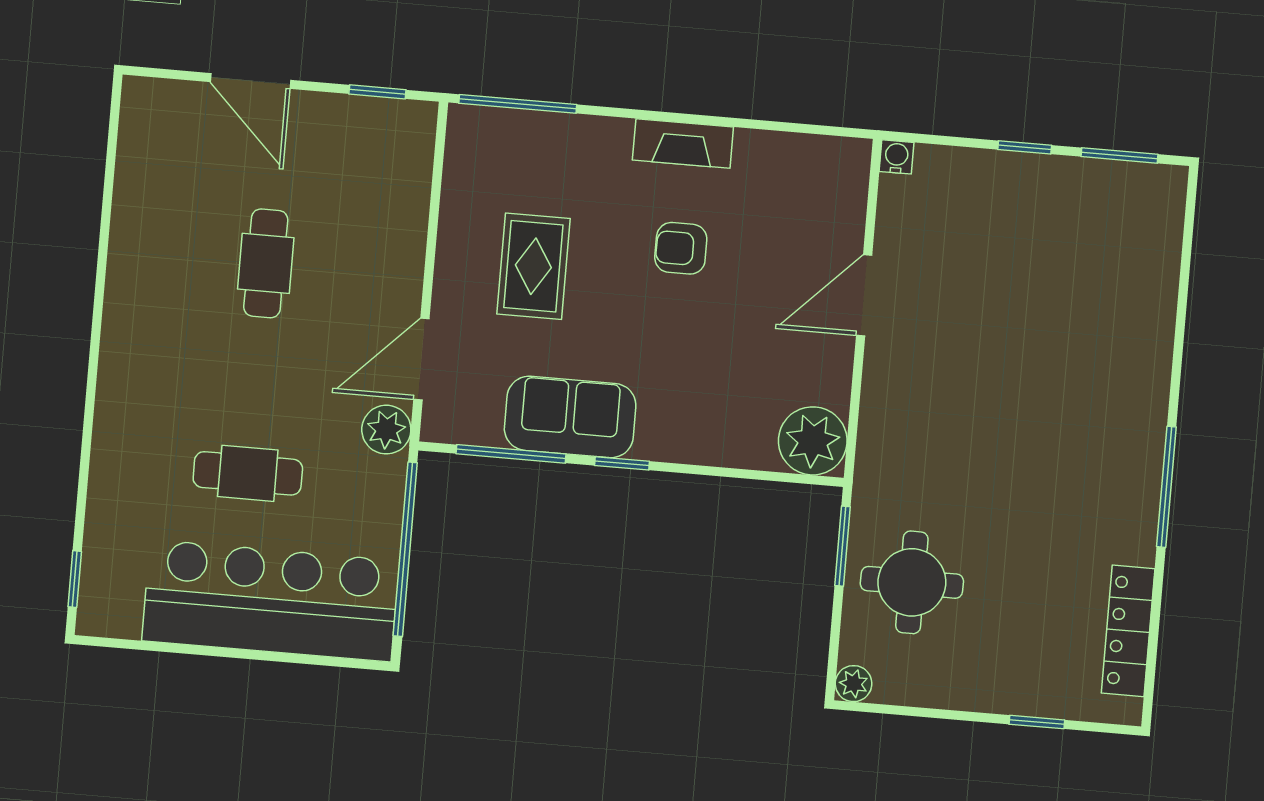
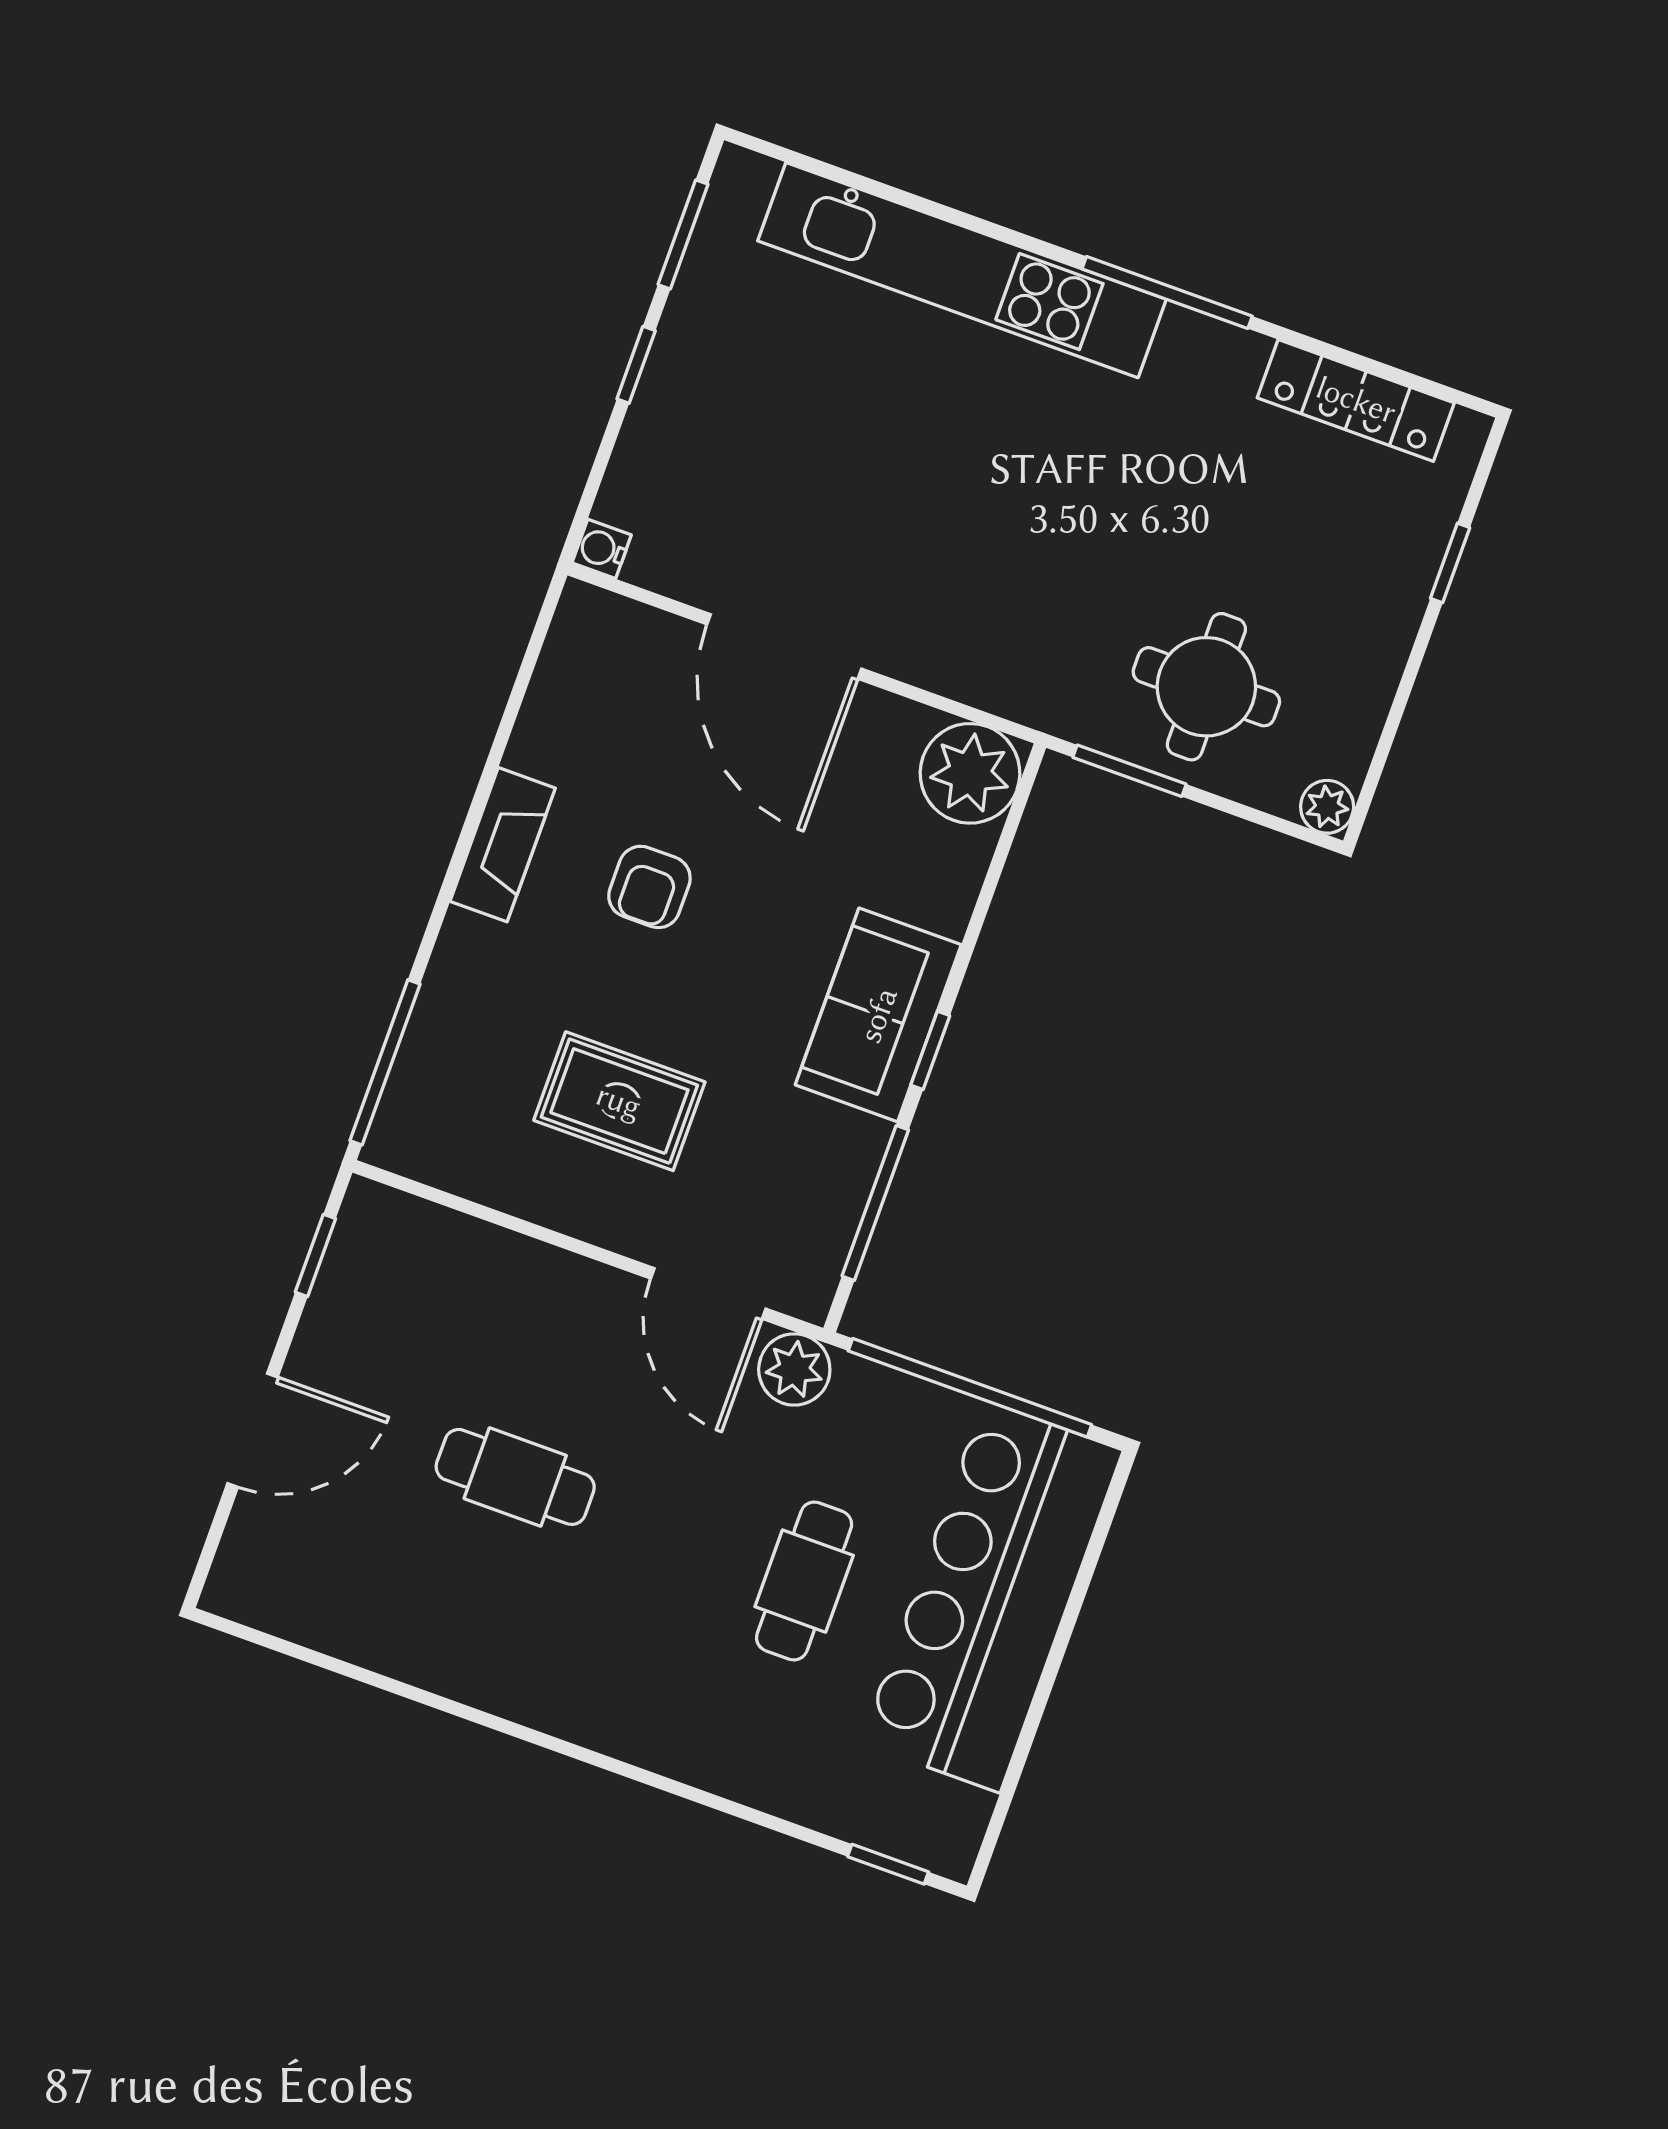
door: (864, 295) -> (784, 646), width x1.36
kitchen unit: (1145, 347) -> (962, 270), added
sofa: (570, 417) -> (878, 1015), moved

